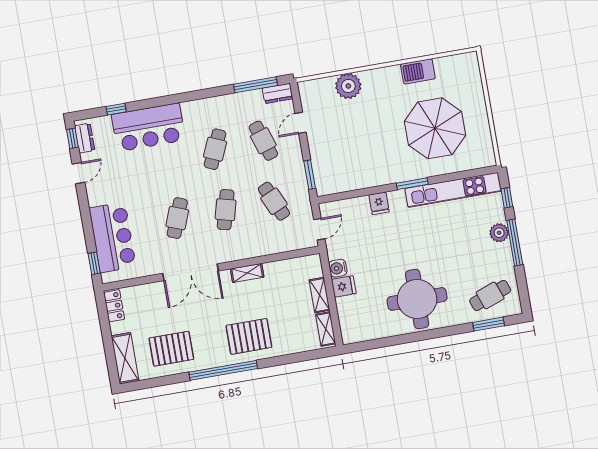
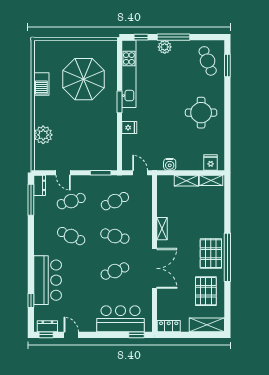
cafe table: (177, 218) -> (115, 271), turned -42
fridge: (344, 286) -> (211, 163), moved
round table: (417, 299) -> (201, 113), width x0.73, depth x0.73
pallet: (249, 336) -> (211, 254), moved

